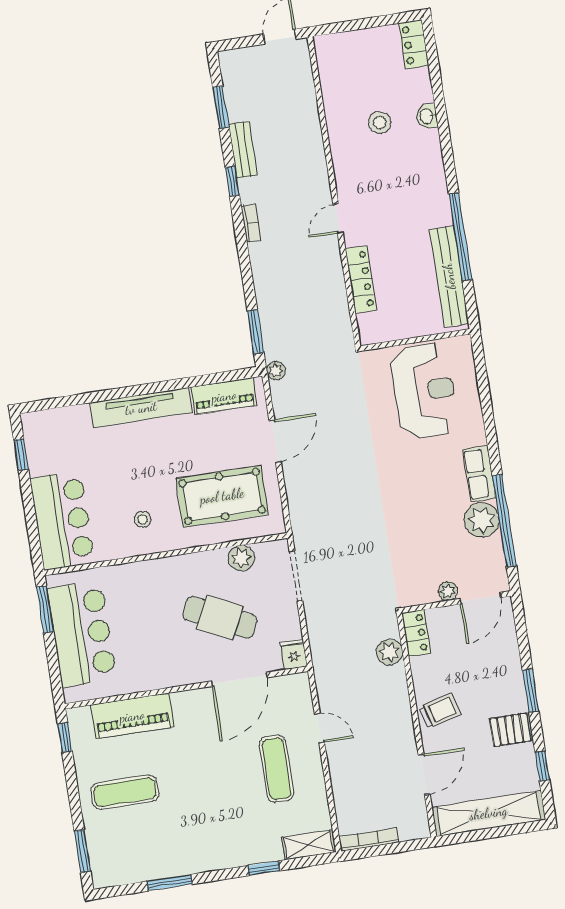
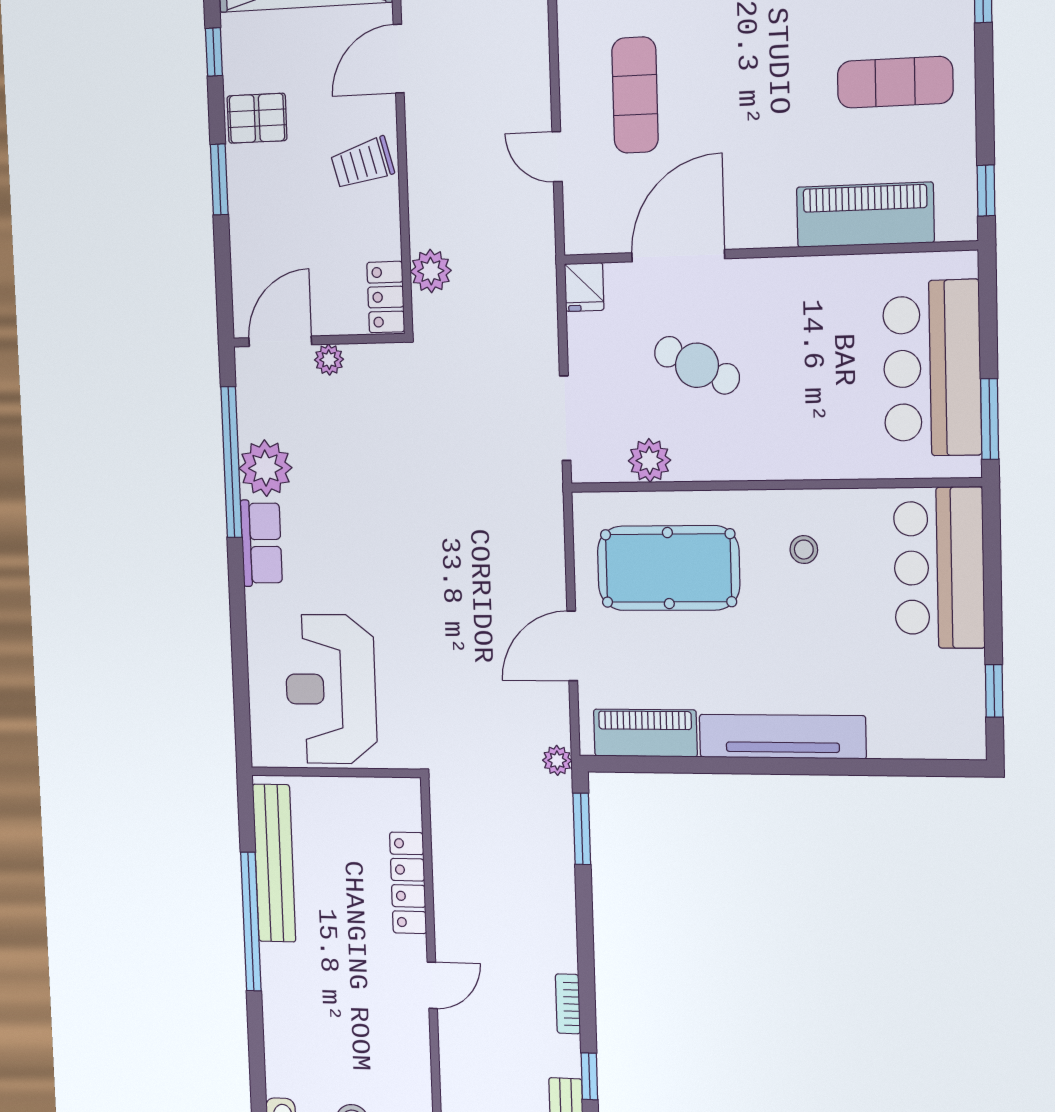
cafe table: (220, 618) -> (697, 365), width x0.73, depth x0.74

